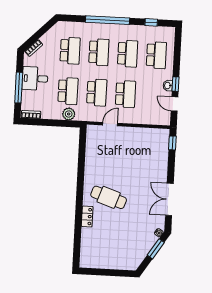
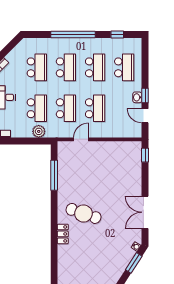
window: (82, 158) -> (54, 175), added

